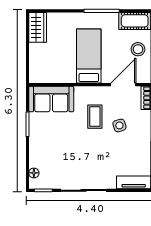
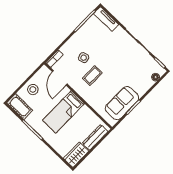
dresser: (36, 61) -> (95, 137), added
door: (123, 85) -> (60, 78), hinge flipped
sofa: (51, 99) -> (122, 103), moved, turned -90

